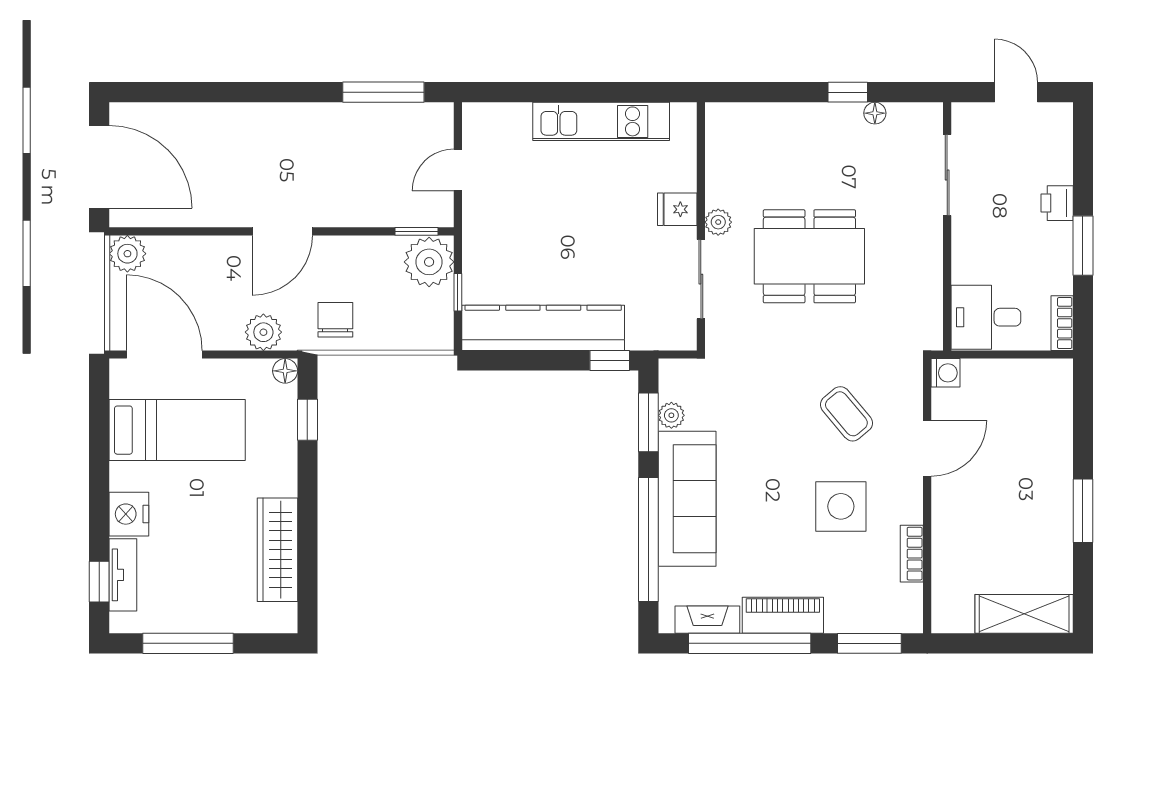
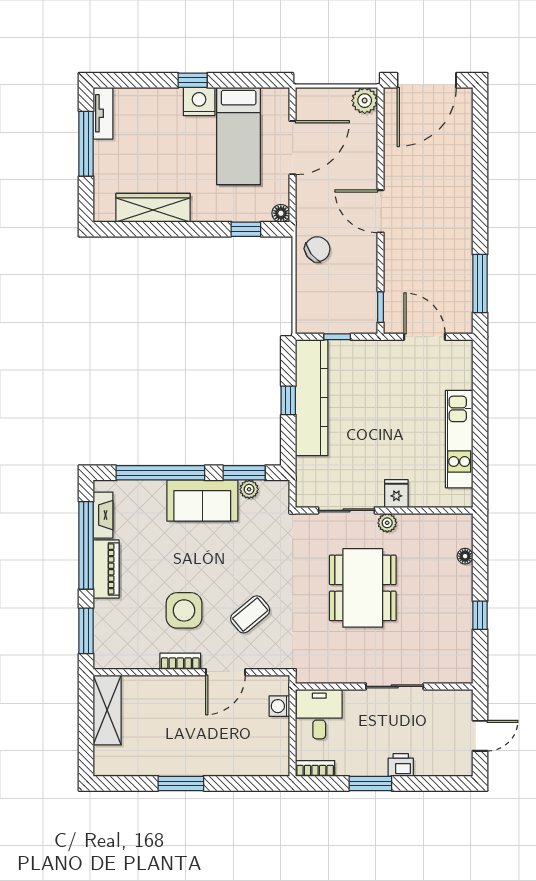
floor lamp: (875, 113) -> (465, 556), moved
door: (458, 170) -> (425, 337), width x1.38
sliding door: (947, 175) -> (395, 686), moved
plant: (429, 262) -> (359, 316), removed
chair: (335, 320) -> (317, 249), turned -37
plant: (263, 332) -> (308, 198), removed
door: (164, 355) -> (293, 148), moved
window: (610, 360) -> (288, 400), moved
washing machine: (946, 373) -> (279, 706), moved, turned 90
door: (927, 448) -> (226, 672), hinge flipped
sofa: (687, 499) -> (202, 501), width x0.73
nightstand: (129, 514) -> (199, 102), moved
bookcase: (912, 554) -> (180, 661), moved
tv unit: (123, 575) -> (103, 113), moved, turned -90
window: (99, 582) -> (193, 80), moved
shelving: (1024, 614) -> (107, 710), moved

